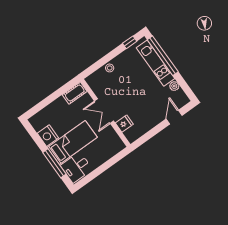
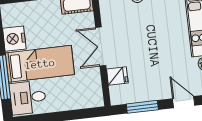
door: (174, 117) -> (184, 102), hinge flipped
window: (150, 134) -> (142, 107), added

